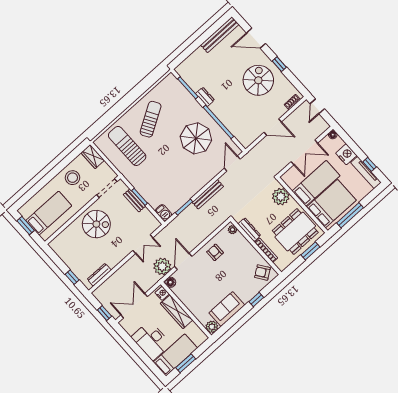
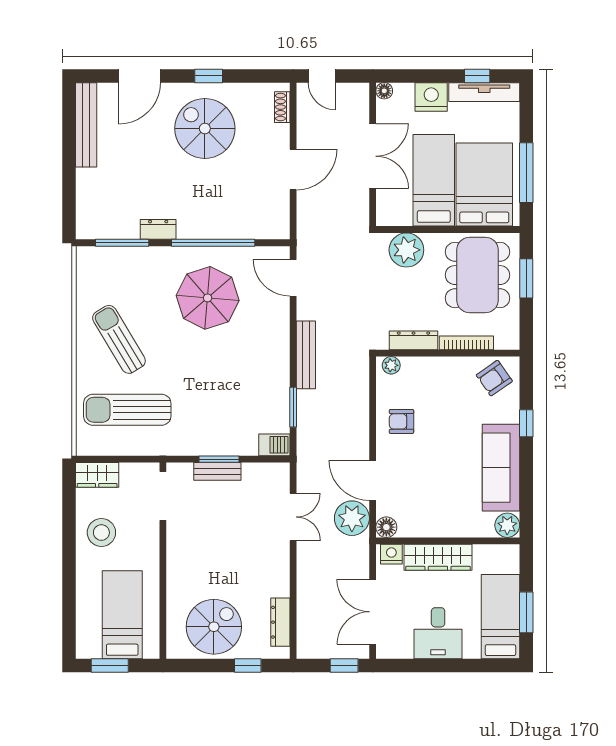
spiral stairs: (96, 224) -> (214, 627), moved
sofa: (227, 309) -> (501, 468), width x1.36
desk: (151, 341) -> (438, 633), width x0.73

